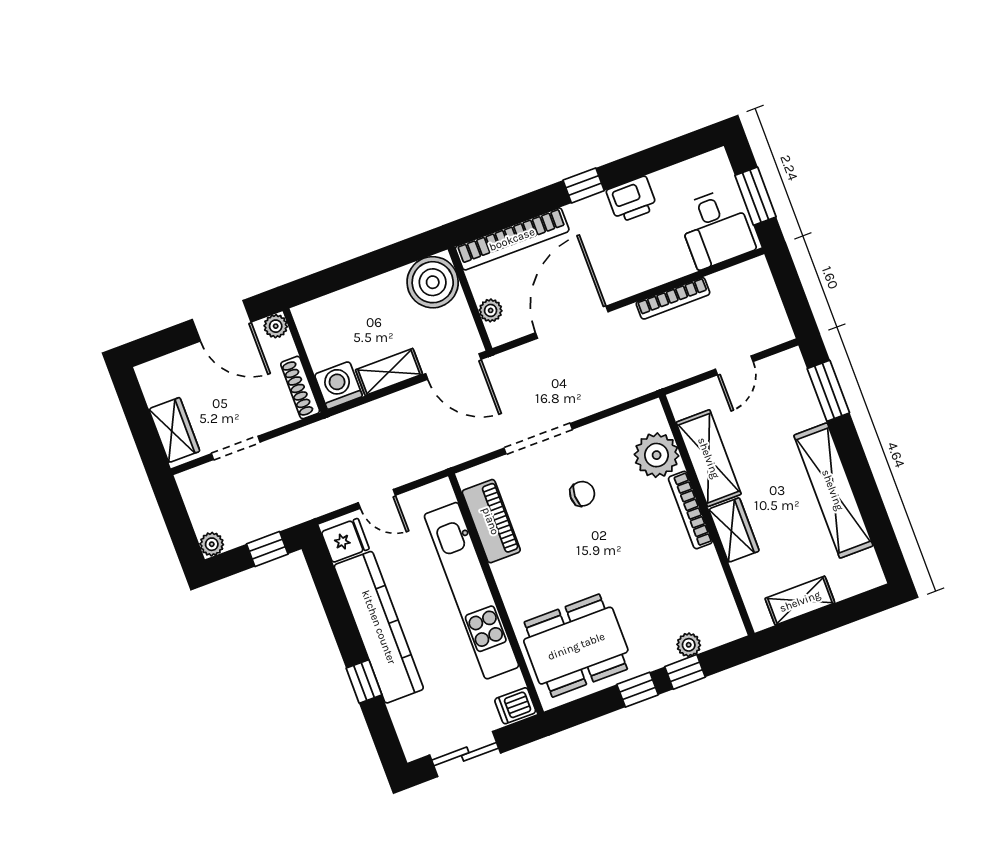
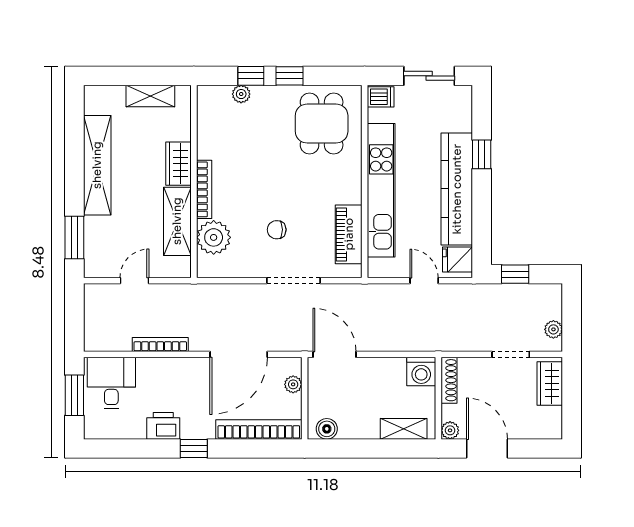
boiler: (433, 282) -> (327, 429), width x0.54, depth x0.54
shelving: (389, 372) -> (404, 429), moved
plant: (212, 544) -> (553, 329), moved
dining table: (576, 646) -> (322, 124), width x0.73

